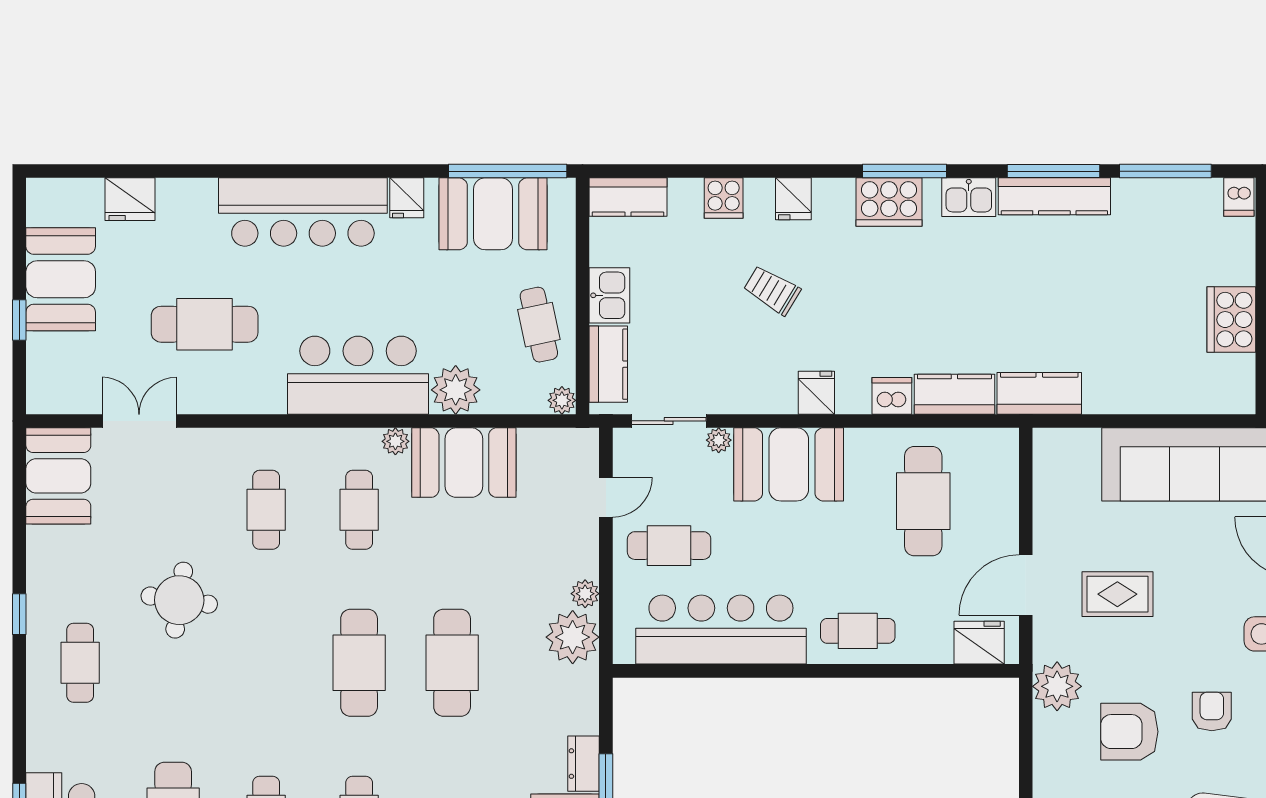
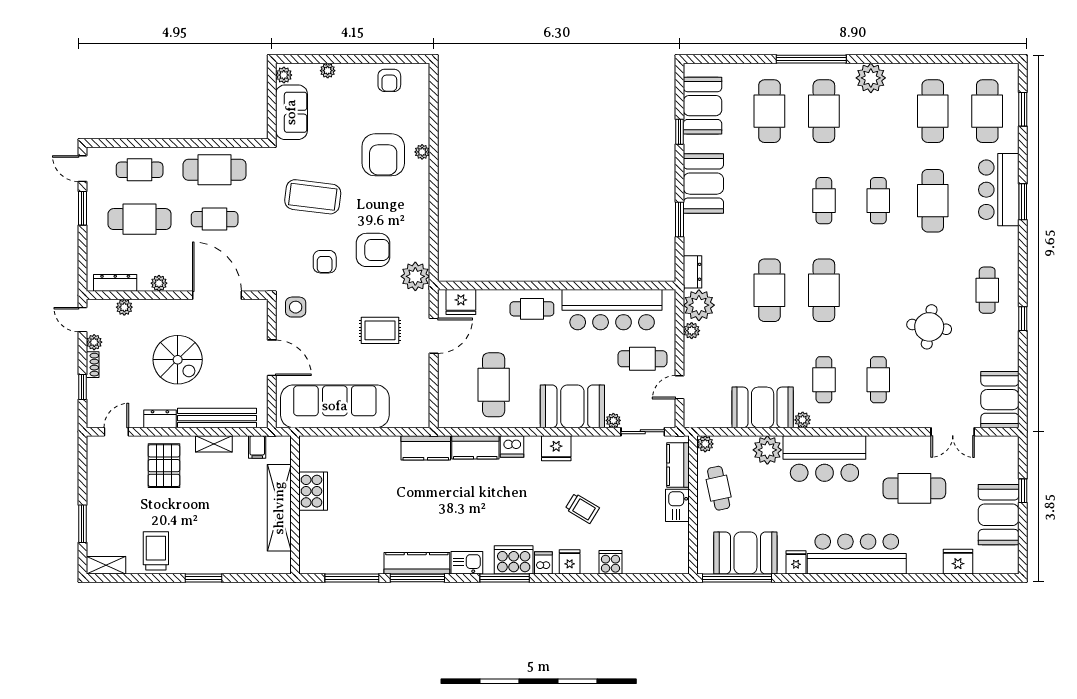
kitchen counter: (628, 197) -> (666, 563), removed
dishwasher: (1239, 197) -> (543, 563), moved
fridge: (816, 393) -> (556, 448), width x1.38
dresser: (584, 764) -> (692, 272), moved

